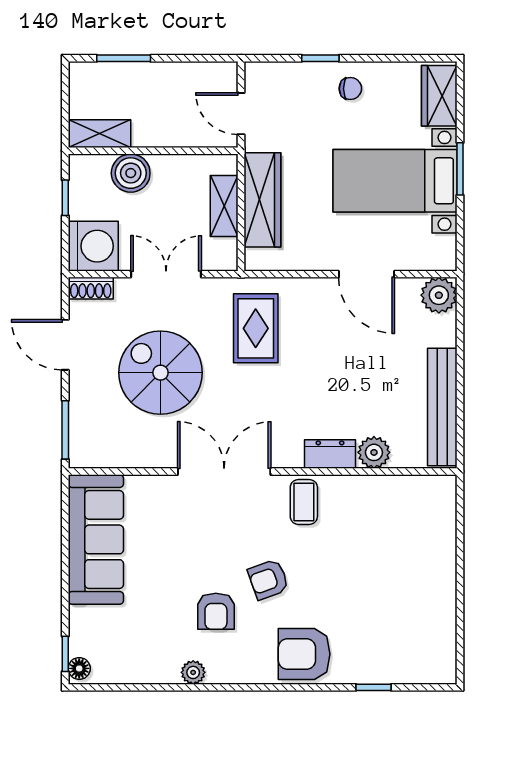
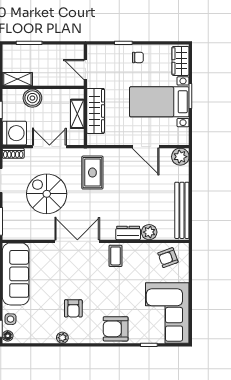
armchair: (268, 579) -> (168, 258), moved
corner sofa: (412, 621) -> (167, 313), added
side table: (85, 634) -> (10, 319), added

